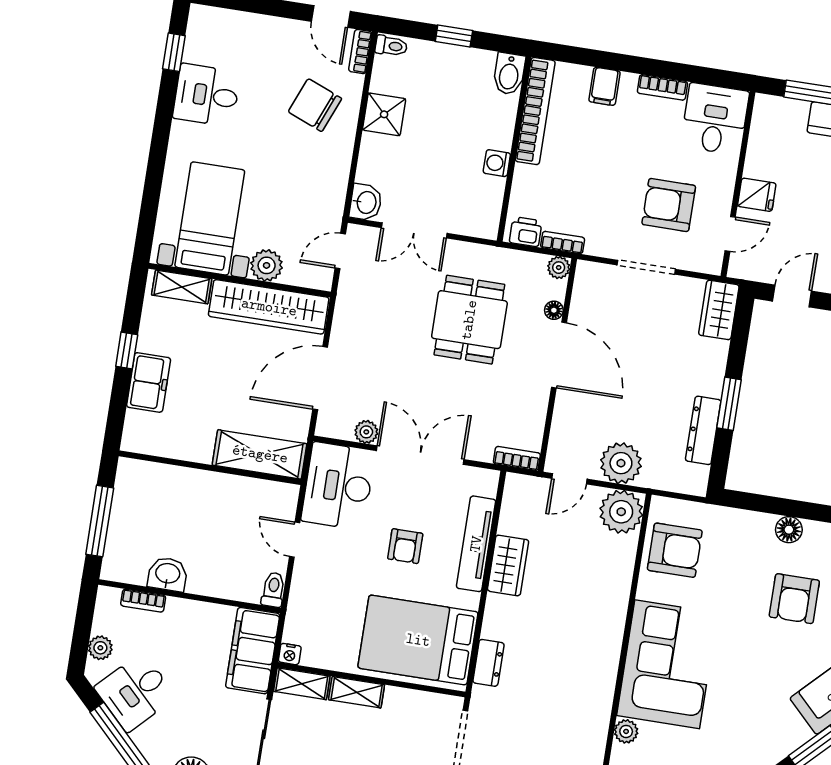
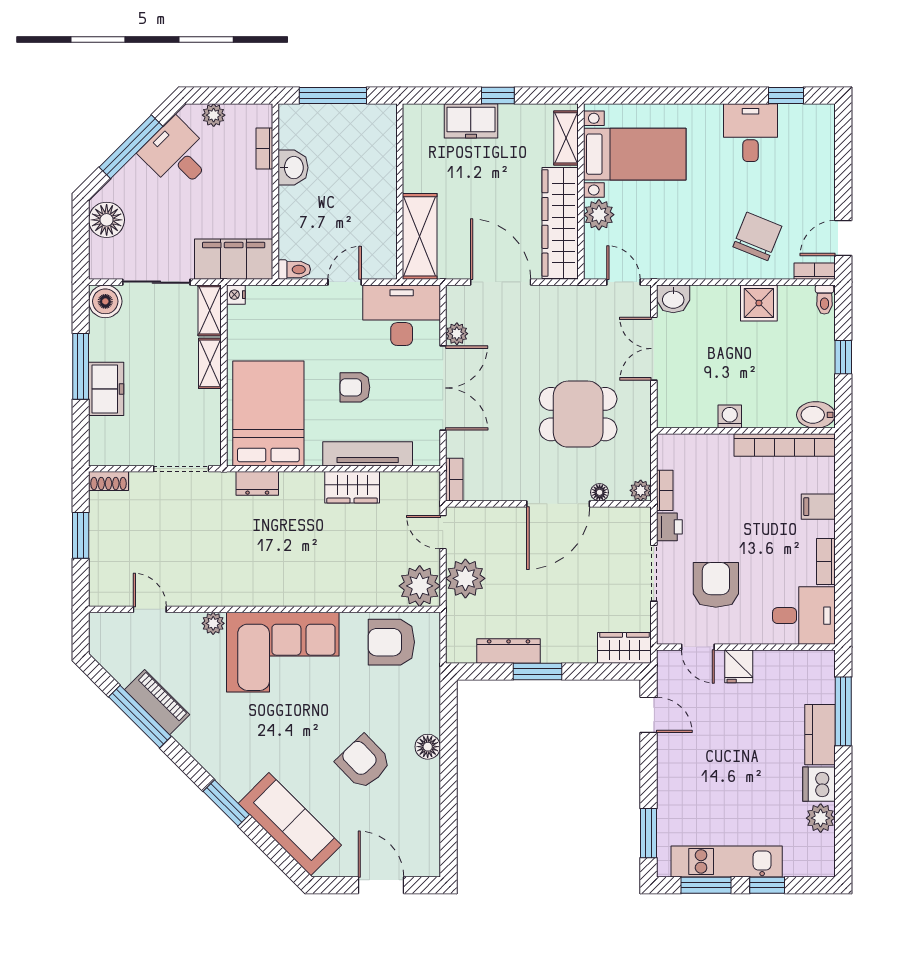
printer: (526, 232) -> (669, 527), moved
armchair: (675, 550) -> (391, 642), turned 90
armchair: (794, 599) -> (364, 762), turned 46

